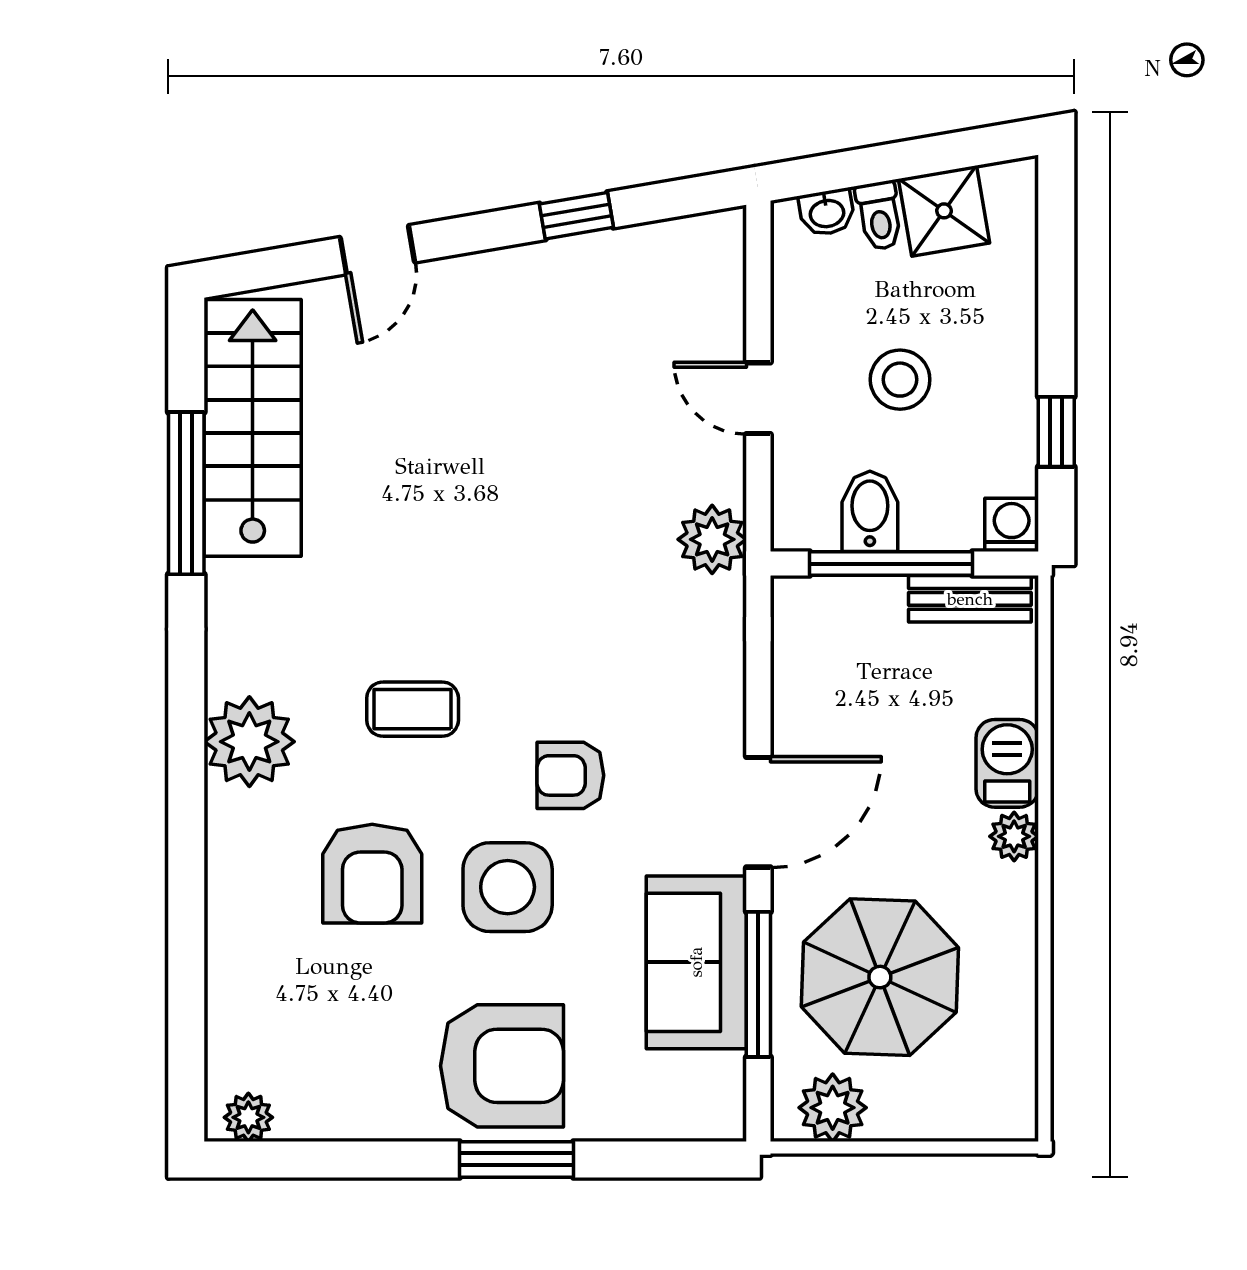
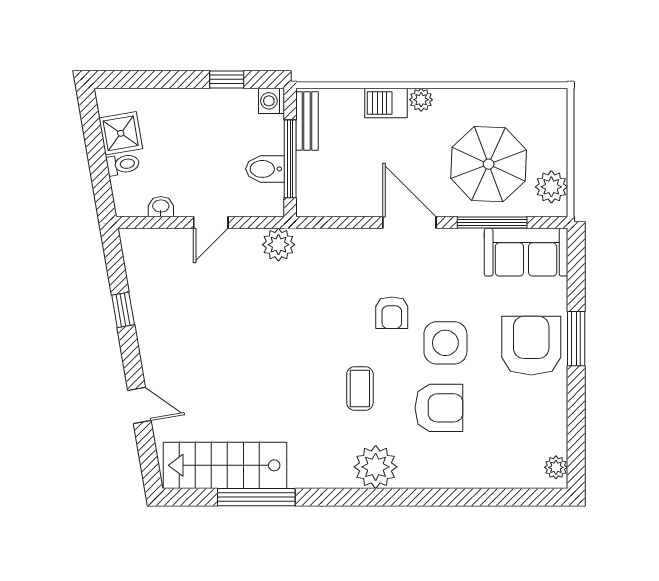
washbasin: (827, 212) -> (161, 207), moved, turned -80
stool: (900, 380) -> (202, 154), removed
sofa: (696, 962) -> (526, 252), moved

